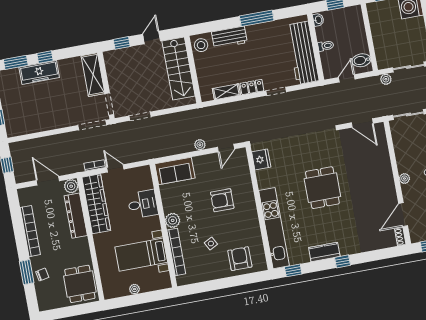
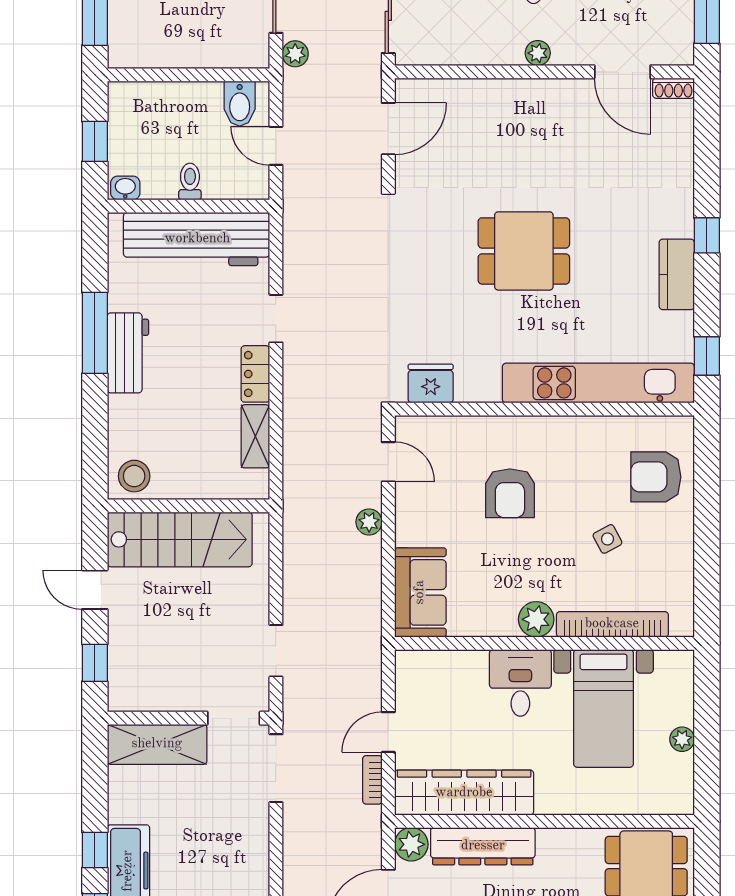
workbench: (229, 37) -> (128, 353), moved
desk: (143, 204) -> (520, 683), moved

